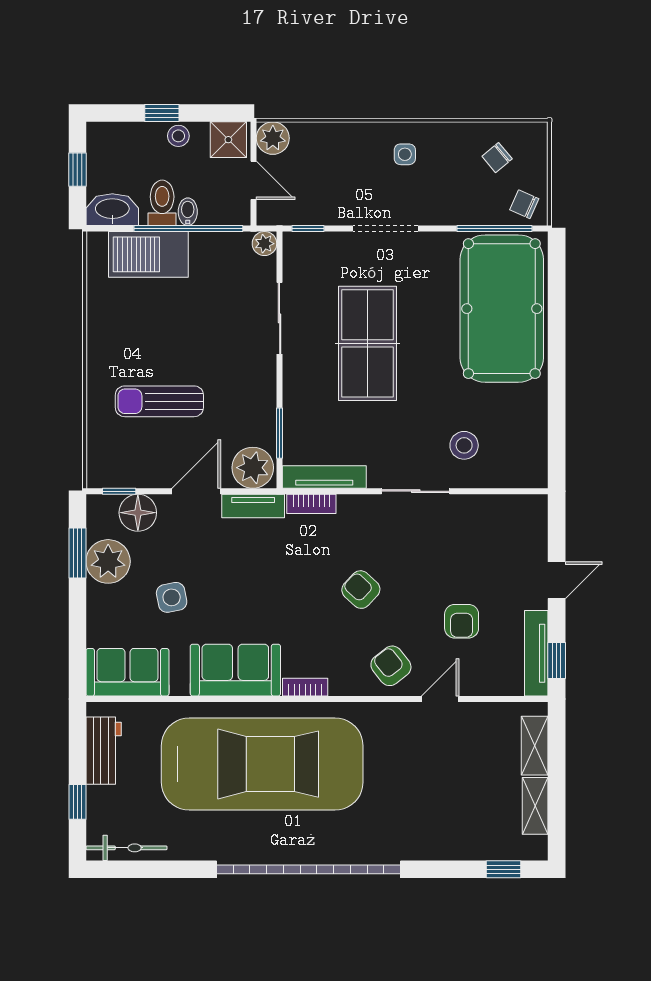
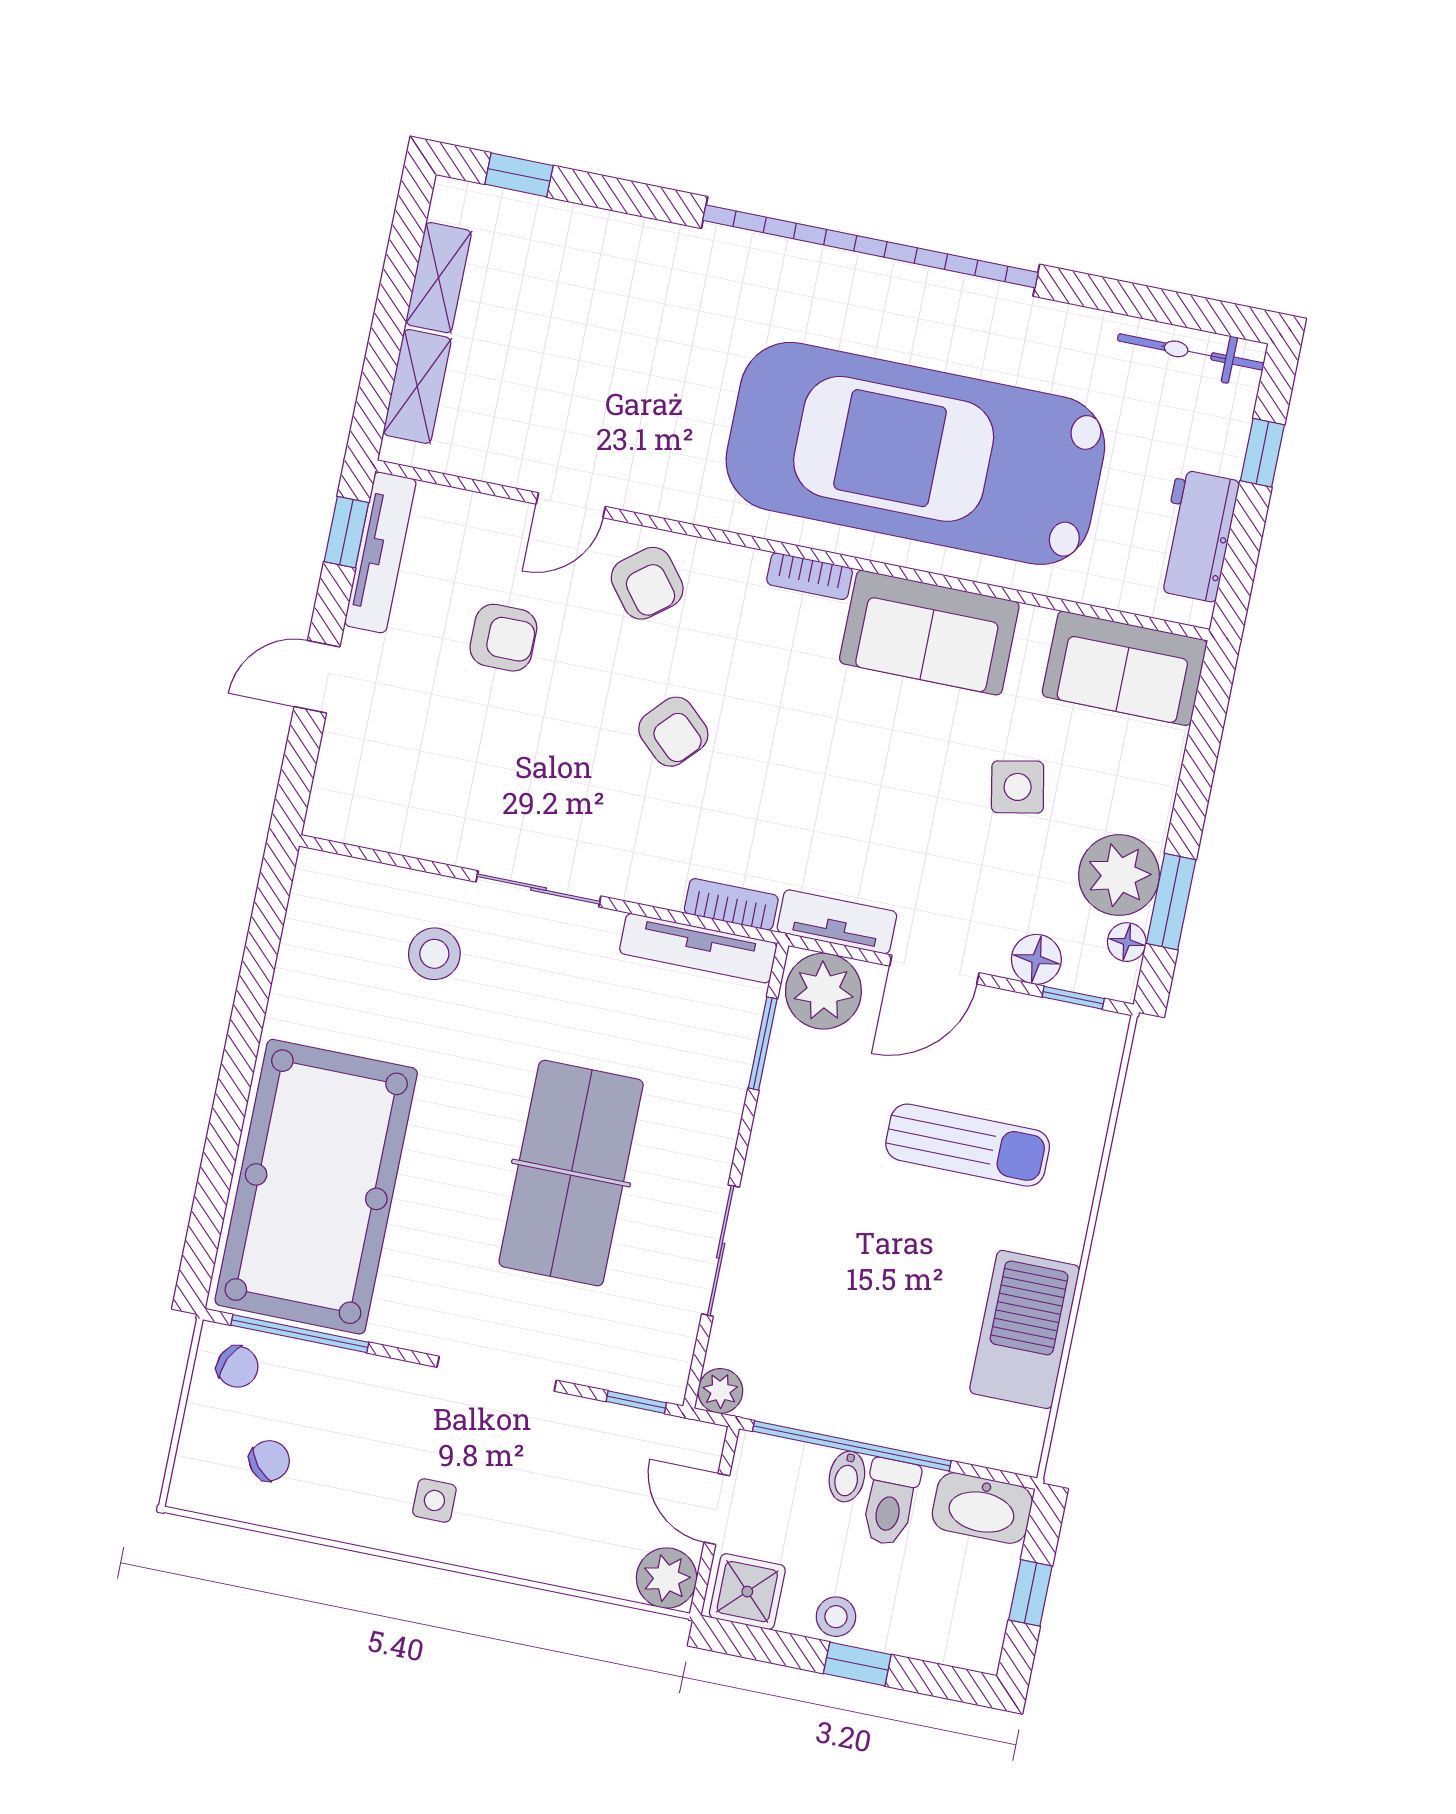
barbecue: (148, 254) -> (1025, 1329), moved, turned -90
floor lamp: (138, 513) -> (1036, 959), width x0.73, depth x0.73
floor lamp: (97, 527) -> (1127, 942), added
armchair: (462, 621) -> (503, 638), turned 90

